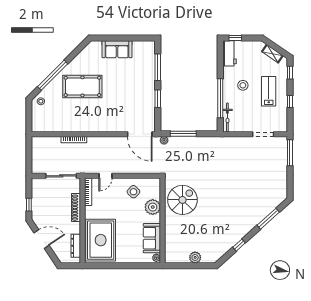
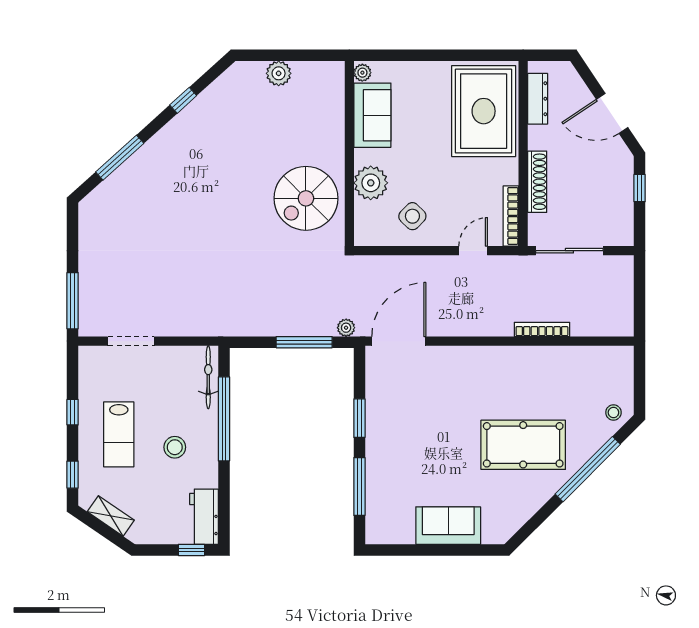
door: (140, 134) -> (399, 341), hinge flipped

